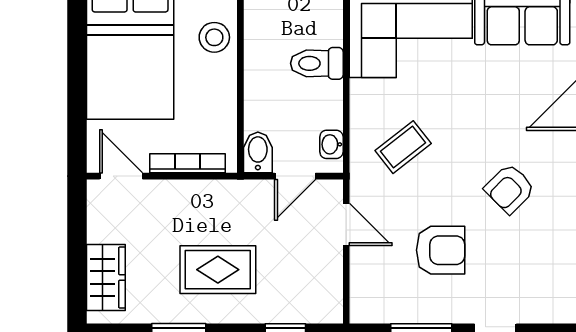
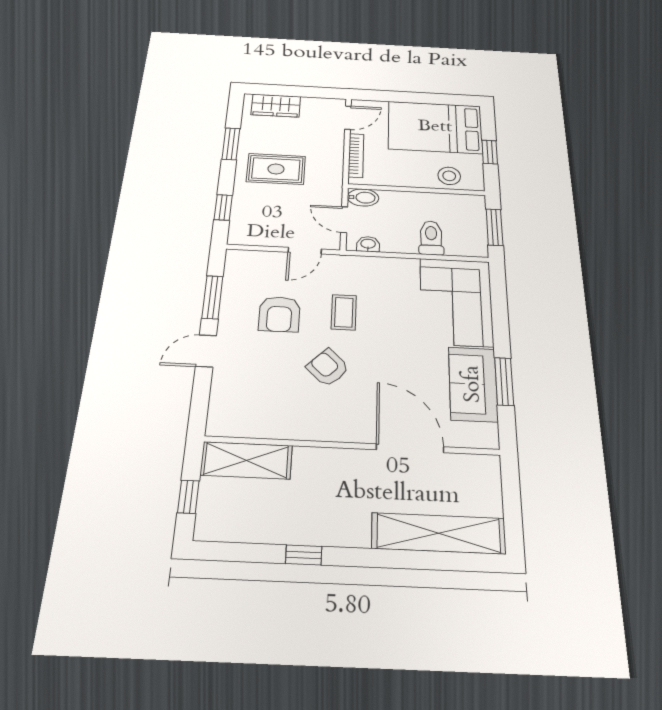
coffee table: (403, 147) -> (344, 312), moved, turned 38
rug: (218, 270) -> (276, 169), turned 90

